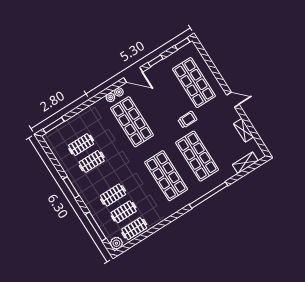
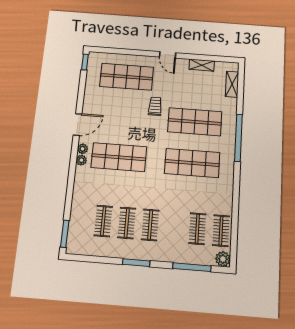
window: (155, 61) -> (81, 96), removed
door: (233, 100) -> (168, 55), swing flipped
clothes rail: (113, 195) -> (150, 225), moved

